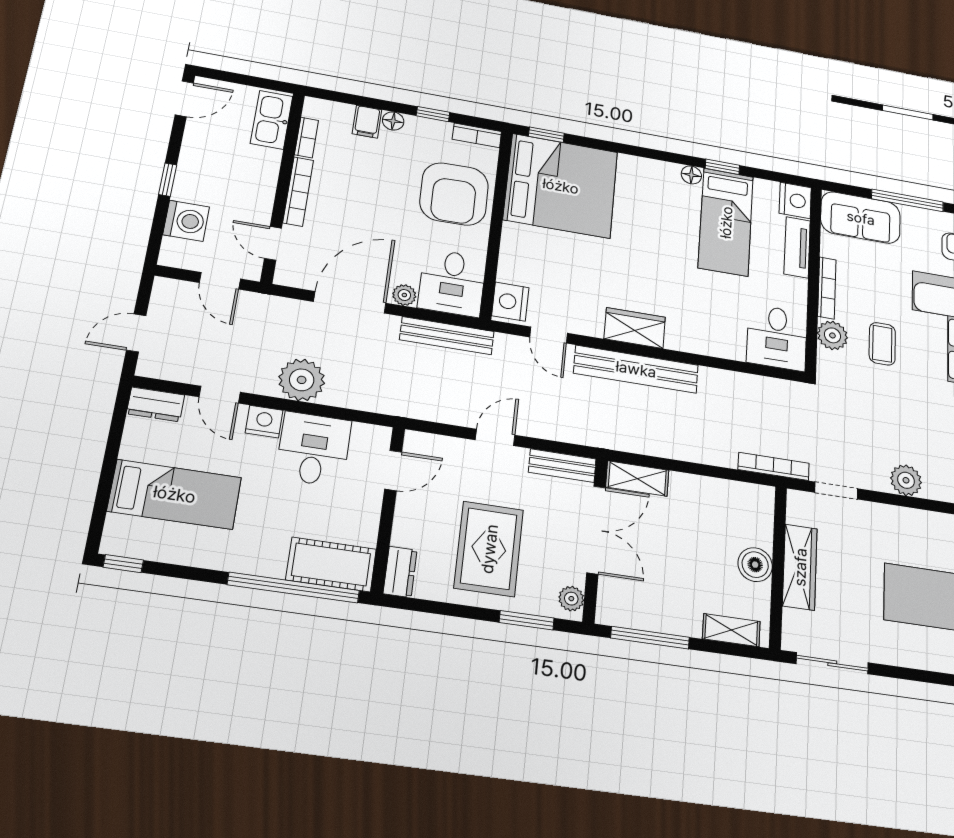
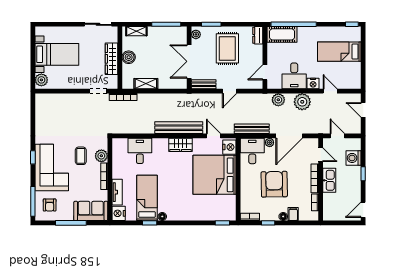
kitchen sink: (272, 120) -> (329, 180), moved
bed: (561, 186) -> (215, 175), moved
armchair: (454, 194) -> (274, 184), moved
door: (136, 333) -> (363, 110), swing flipped
desk: (777, 337) -> (140, 151), moved
dresser: (156, 404) -> (352, 84), removed
shelving: (637, 479) -> (146, 84), moved
plant: (906, 480) -> (278, 100), moved

